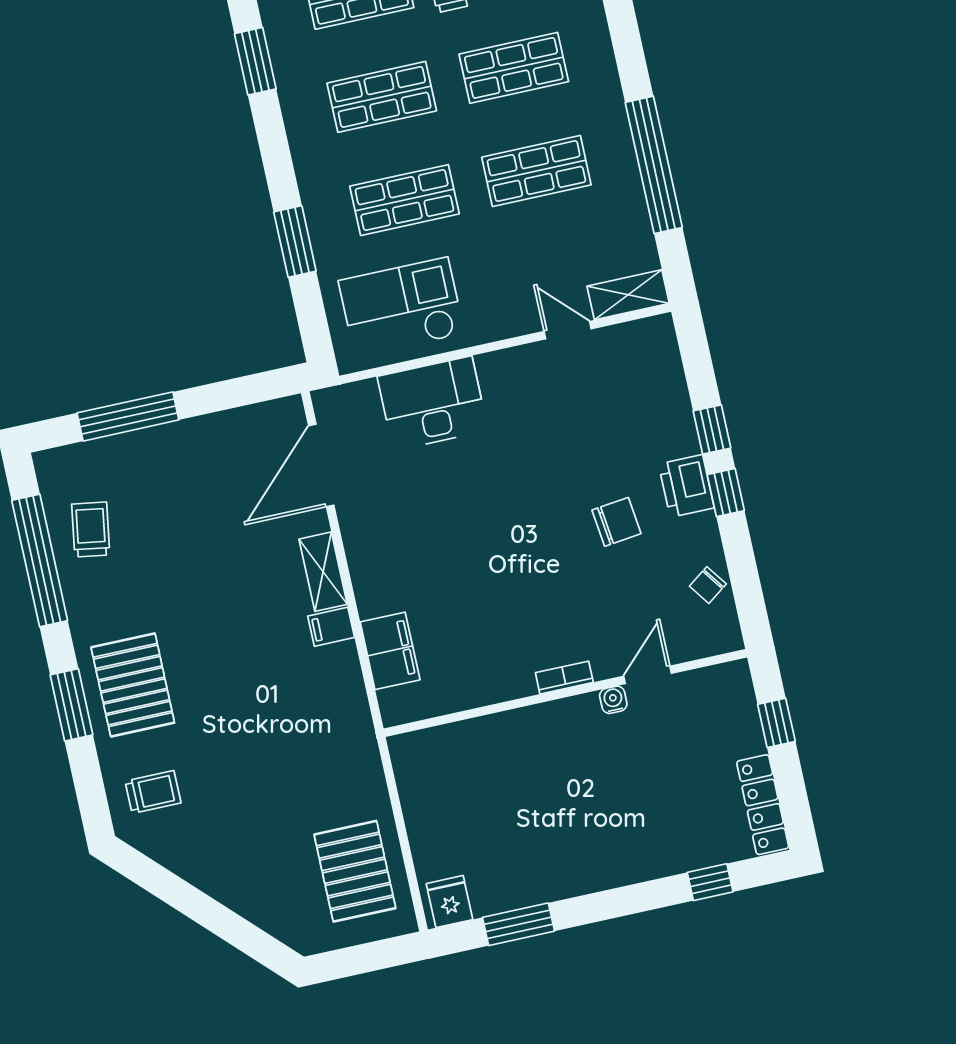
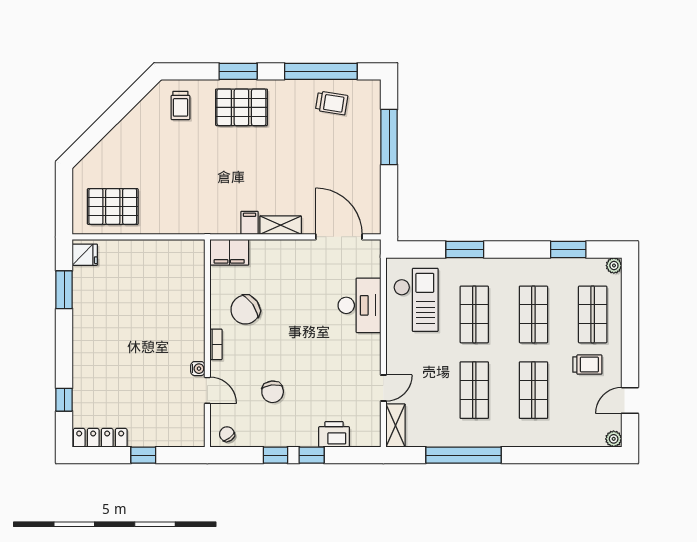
printer: (686, 486) -> (334, 434), moved
chair: (484, 601) -> (245, 310), added
door: (648, 675) -> (207, 390), moved
bookcase: (564, 678) -> (216, 344), moved
wall: (565, 693) -> (207, 343), moved
water cooler: (613, 700) -> (198, 369), moved

